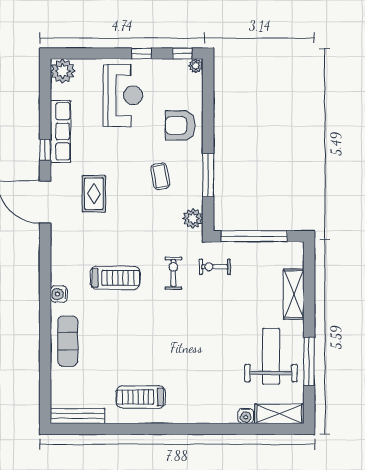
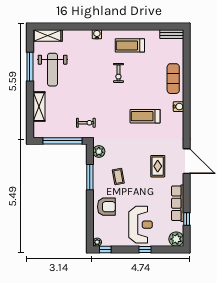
window: (142, 54) -> (145, 249), moved
reception desk: (123, 95) -> (140, 225), turned 180
window: (45, 150) -> (187, 219), moved
exercise bike: (173, 273) -> (118, 73), moved
treadmill: (141, 397) -> (130, 45), turned 180
bench: (78, 416) -> (172, 34), width x0.73
water cooler: (246, 416) -> (97, 34), moved

